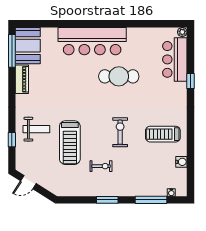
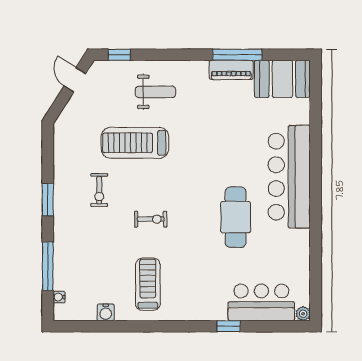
window: (12, 51) -> (237, 55), moved
weight bench: (36, 129) -> (155, 92), turned -90
exercise bike: (120, 132) -> (151, 219), width x0.73, depth x0.72
window: (12, 140) -> (119, 55), moved

